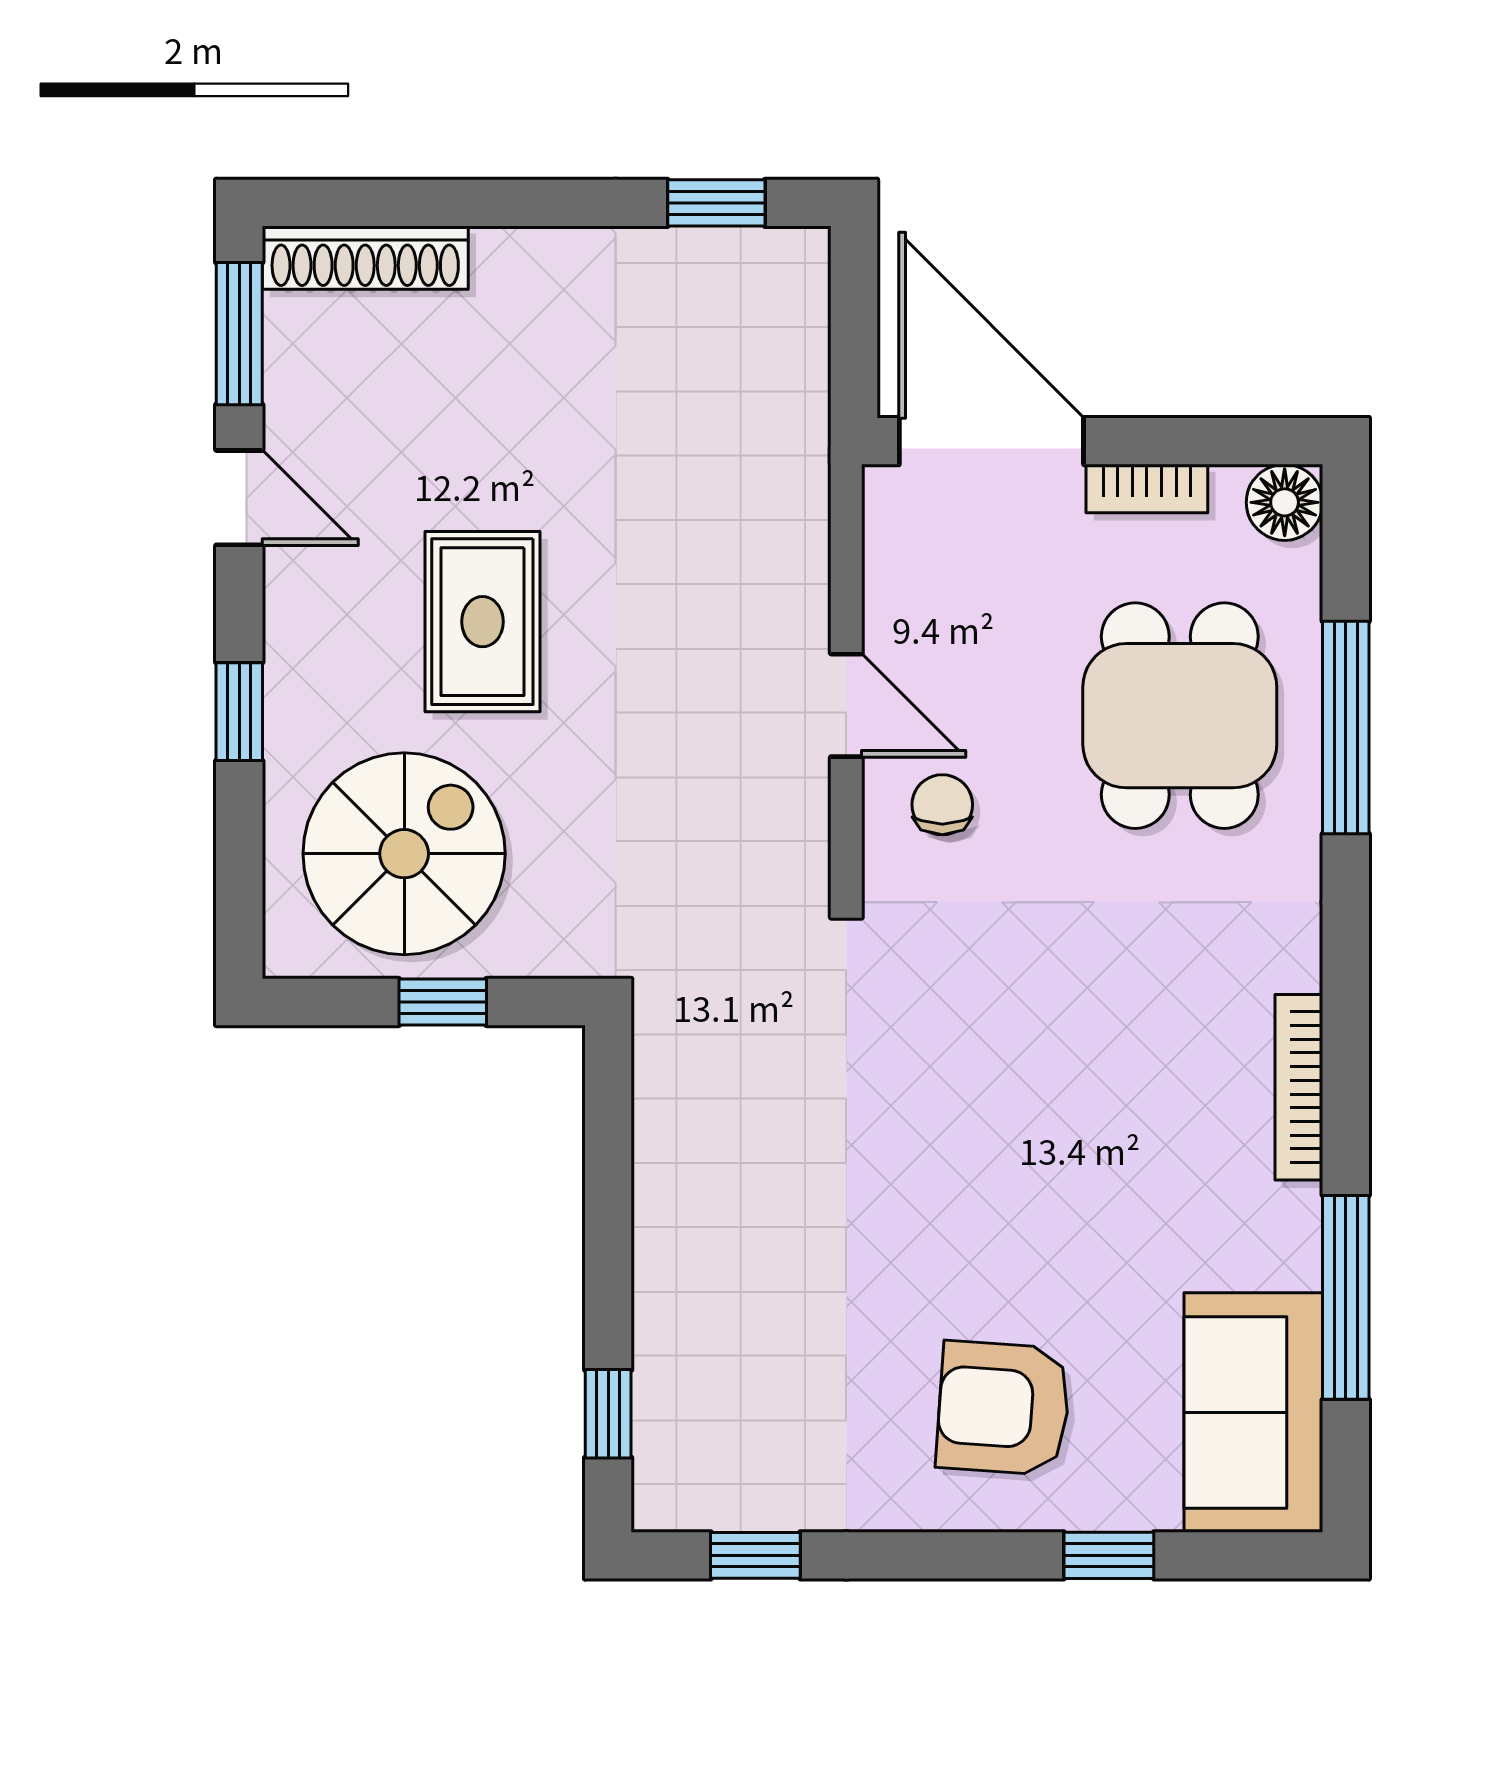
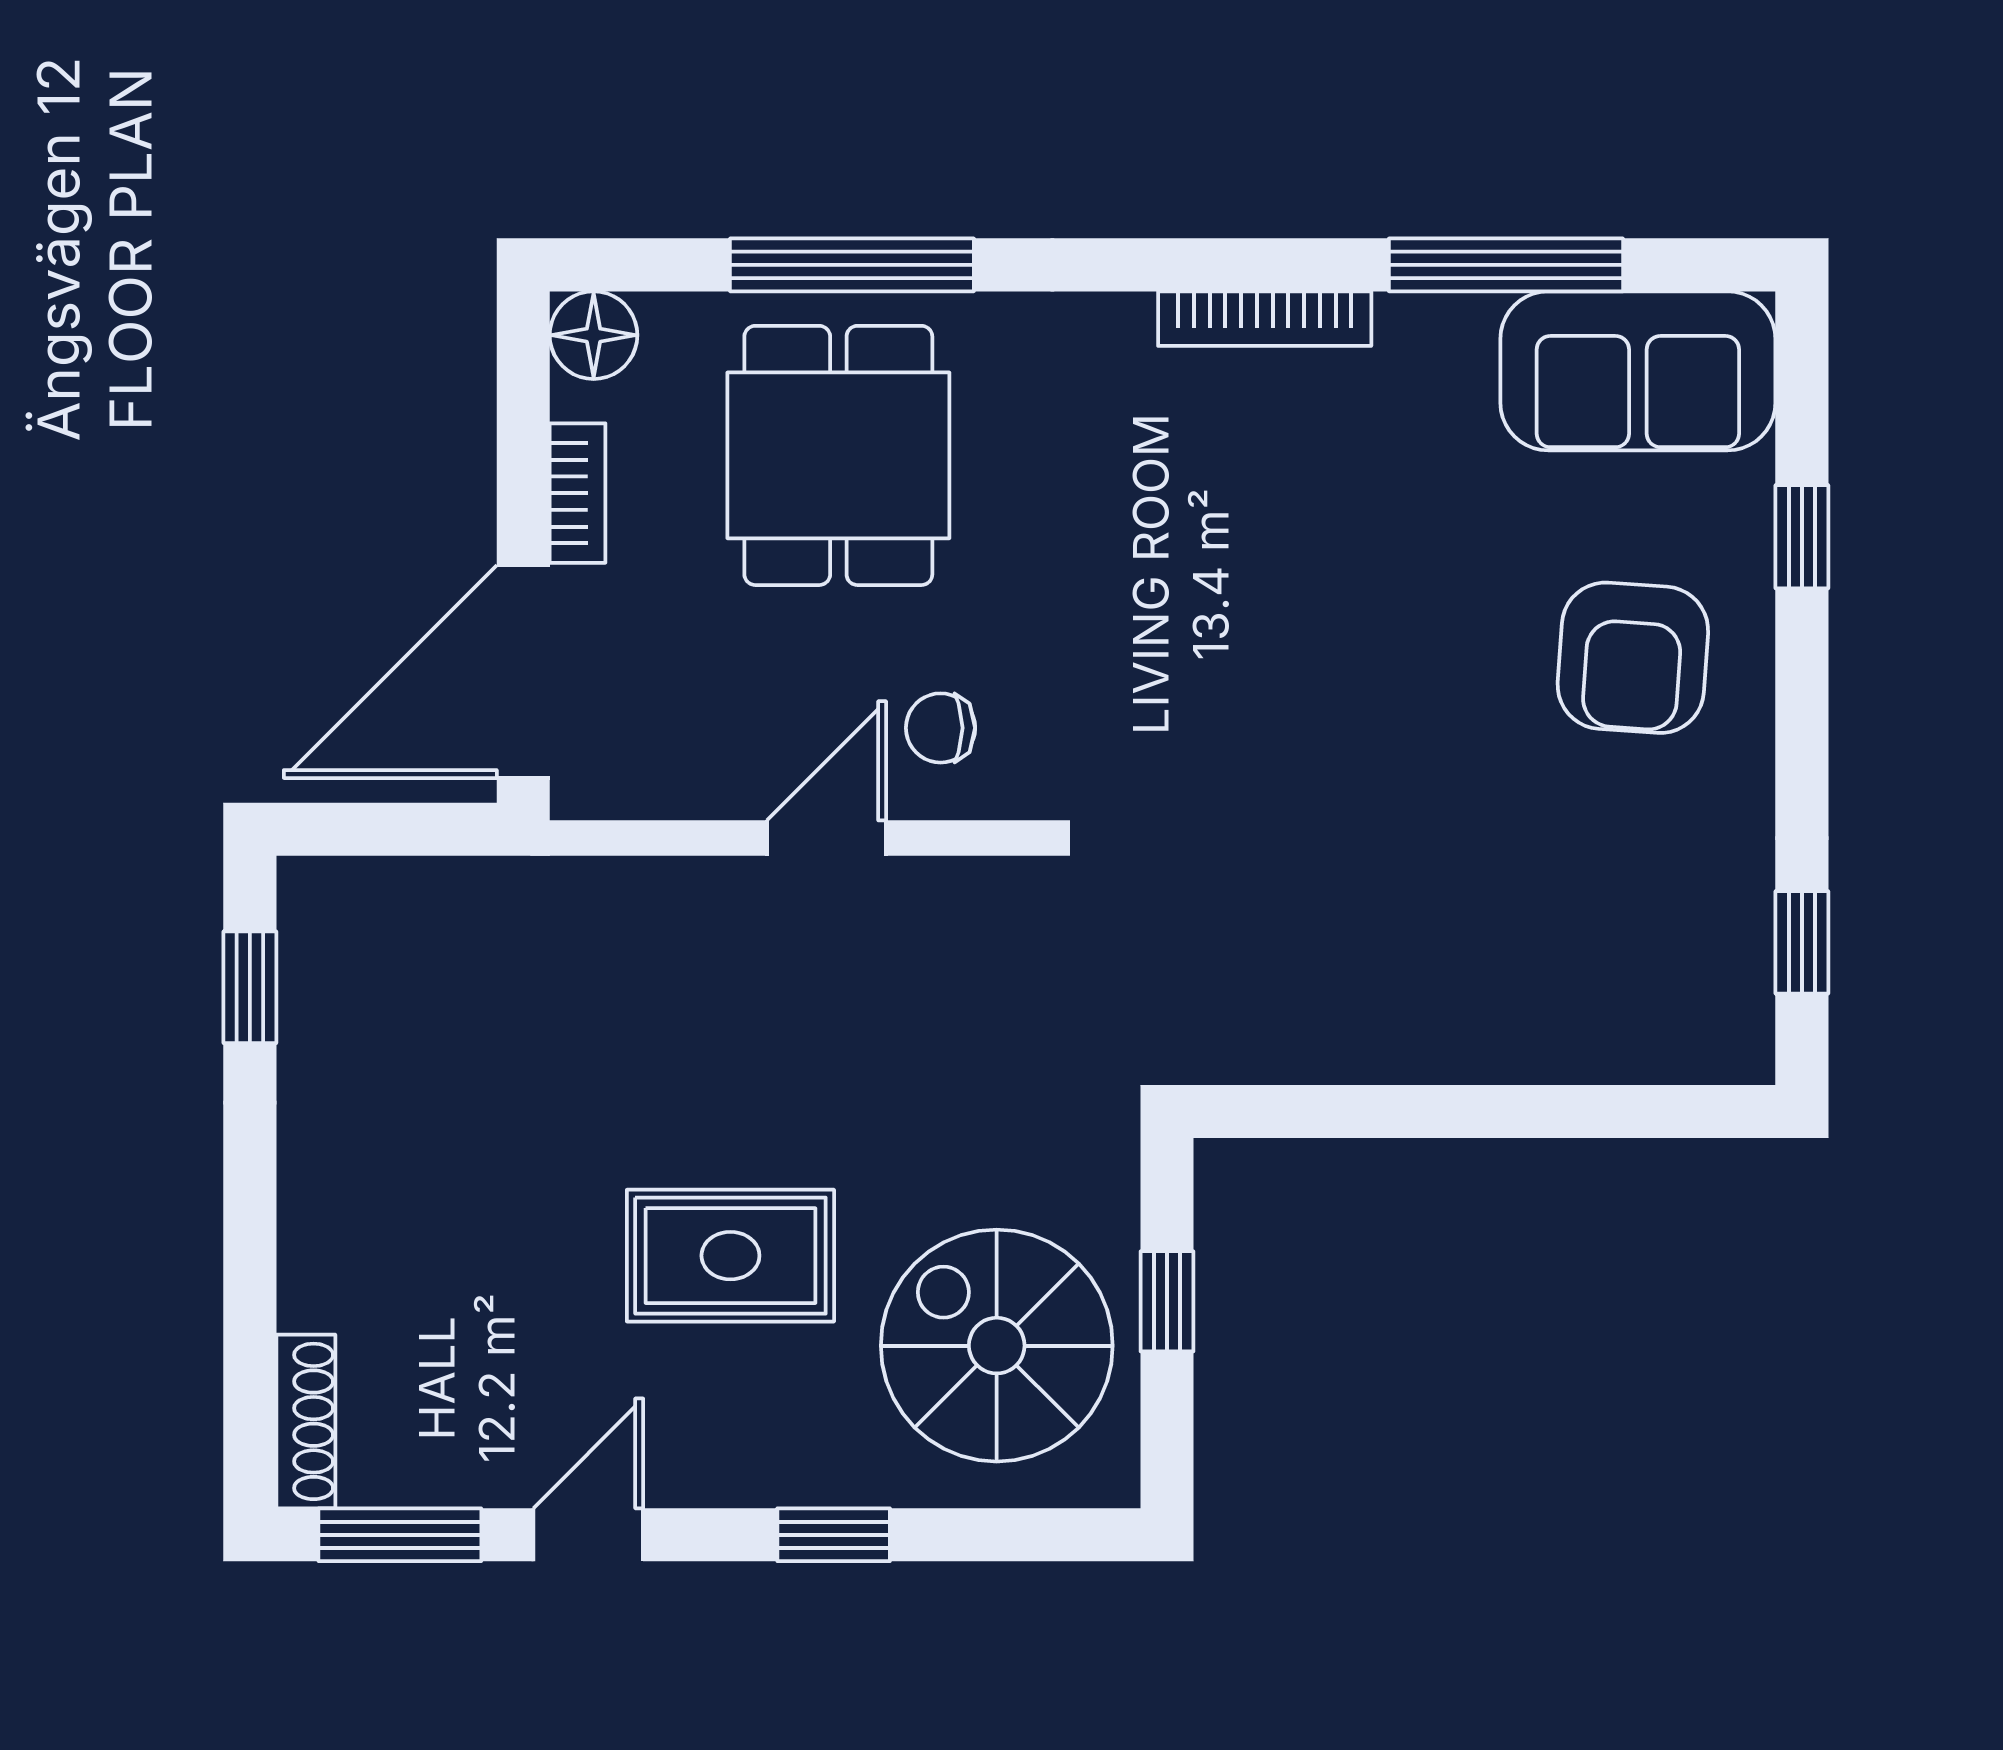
shoe rack: (365, 258) -> (306, 1421), width x0.74, depth x0.81
dining table: (1180, 716) -> (838, 455), turned 90
window: (608, 1414) -> (1639, 1111), removed

